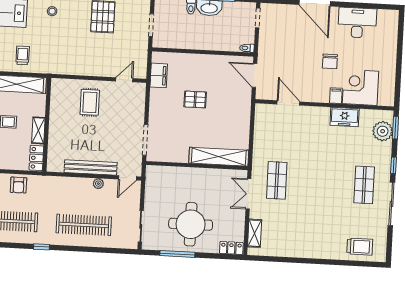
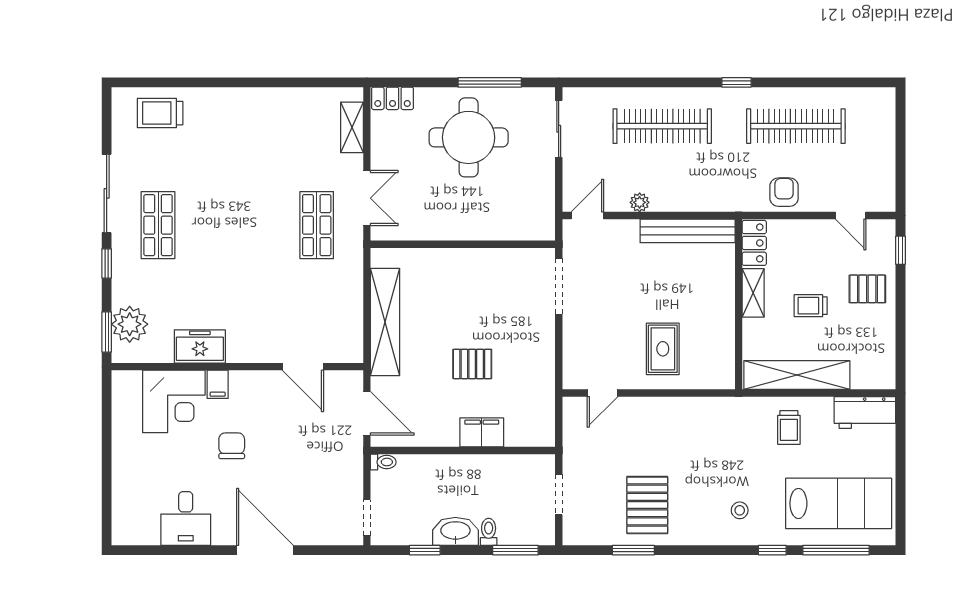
desk: (357, 23) -> (186, 518), width x0.73
filing cabinet: (159, 75) -> (482, 432), moved, turned 90
shelving: (219, 157) -> (385, 322), moved, turned 90
bench: (91, 167) -> (688, 231), moved

